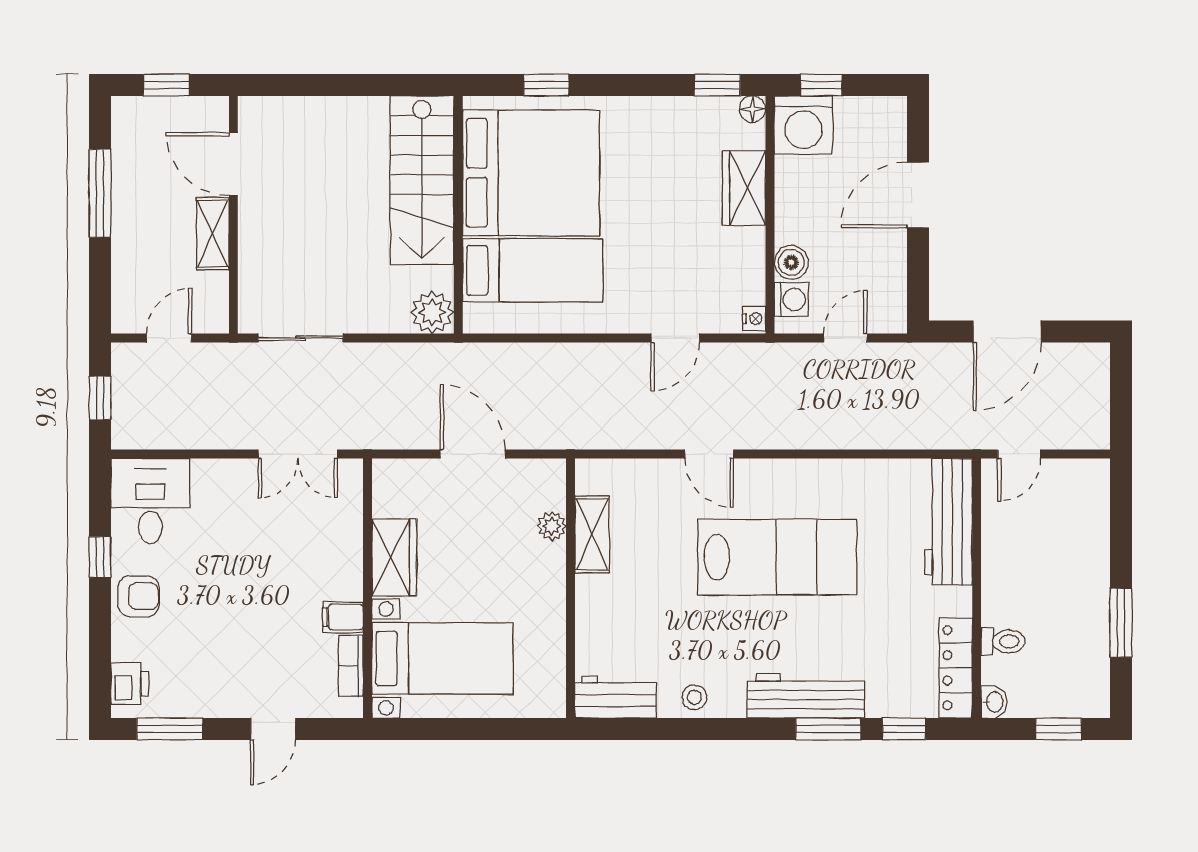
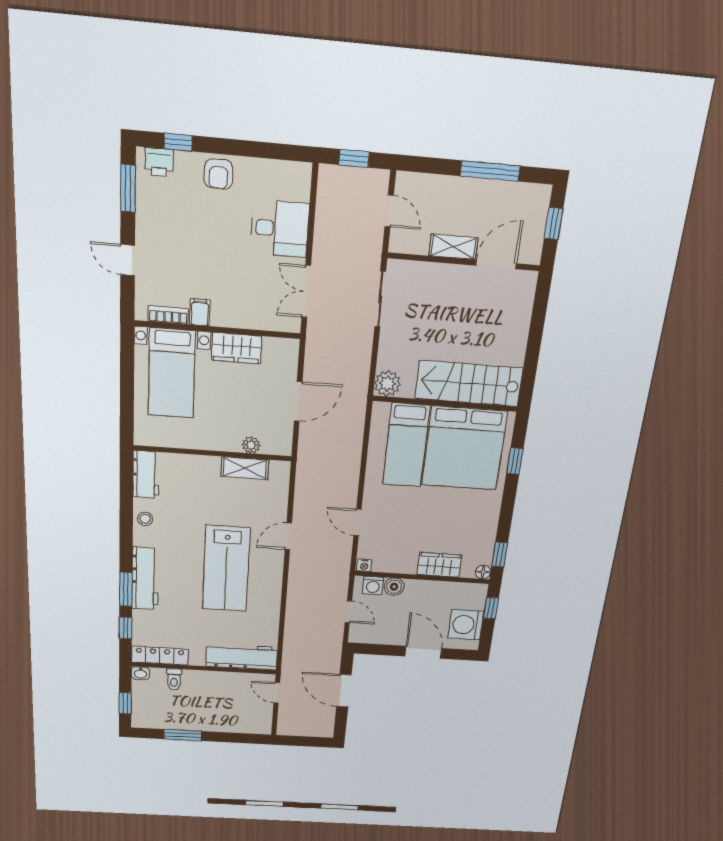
washing machine: (803, 125) -> (466, 625), moved
desk: (150, 501) -> (280, 229), moved
window: (100, 557) -> (178, 142), moved

